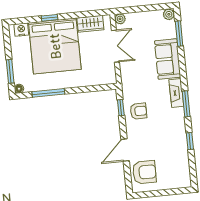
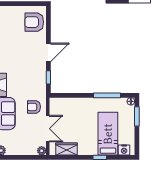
bed: (55, 46) -> (108, 134), width x0.49
double door: (115, 46) -> (48, 129), swing flipped
armchair: (138, 111) -> (34, 107), moved
door: (125, 150) -> (48, 52), moved

